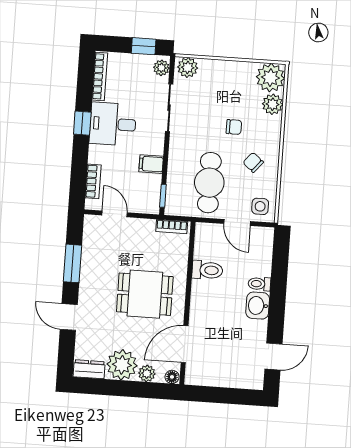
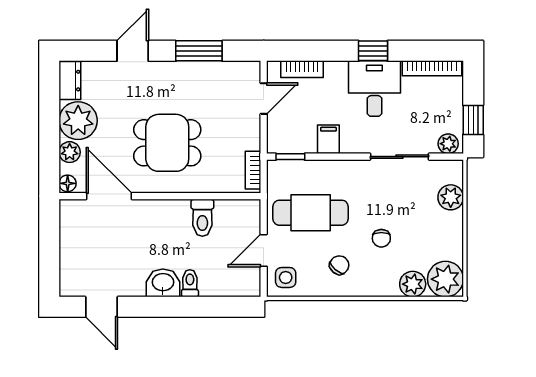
plant: (188, 68) -> (451, 197), moved
dining table: (145, 294) -> (167, 143), turned 90

